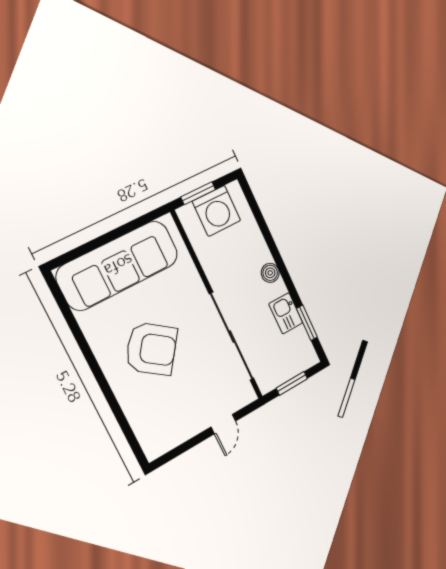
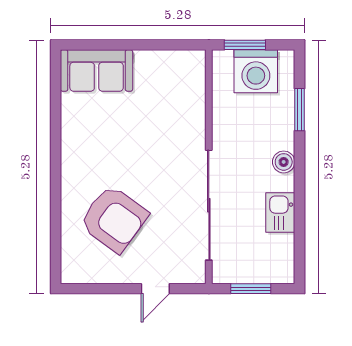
sofa: (118, 265) -> (97, 70), width x0.54, depth x0.79
window: (307, 323) -> (300, 110), moved
armchair: (151, 349) -> (114, 219), moved

